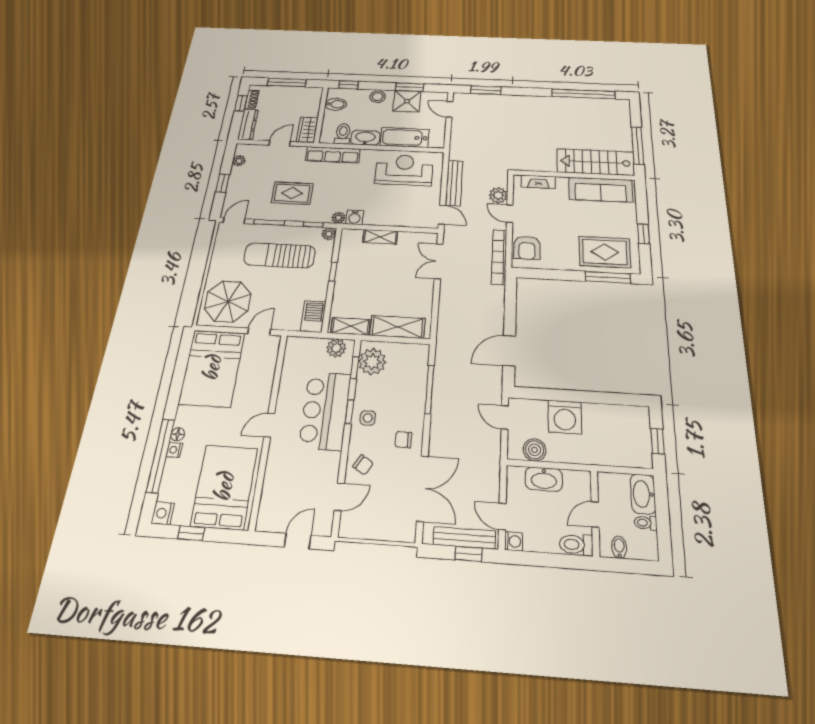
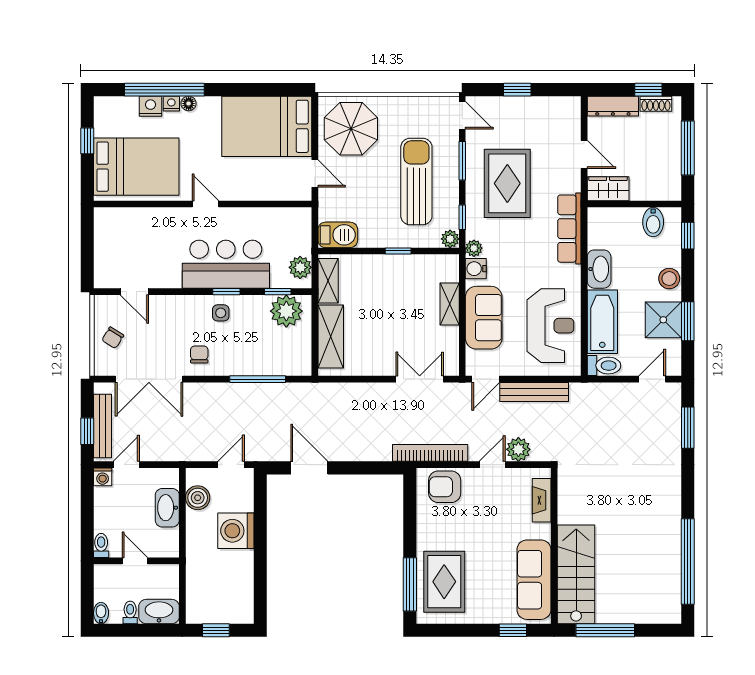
toilet: (343, 134) -> (604, 366), moved
plant: (239, 161) -> (553, 105), removed
rug: (292, 193) -> (507, 183), width x1.36, depth x1.43
sofa: (394, 214) -> (484, 318), added
window: (644, 234) -> (513, 630), moved
chair: (363, 465) -> (113, 338), moved
nightstand: (163, 513) -> (151, 106), moved
door: (298, 541) -> (87, 254), removed
toilet: (576, 545) -> (101, 545), width x0.73, depth x0.72
bidet: (619, 547) -> (101, 613), moved, turned -90

